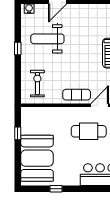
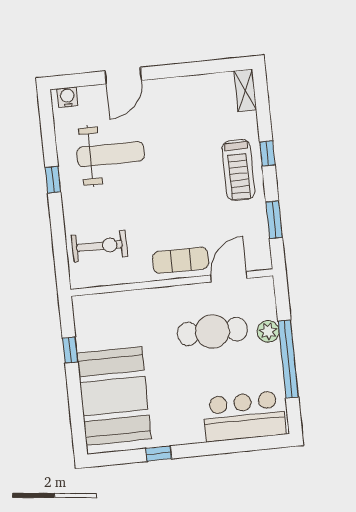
weight bench: (47, 39) -> (111, 154), turned 180
exercise bike: (37, 84) -> (100, 246), turned 90

